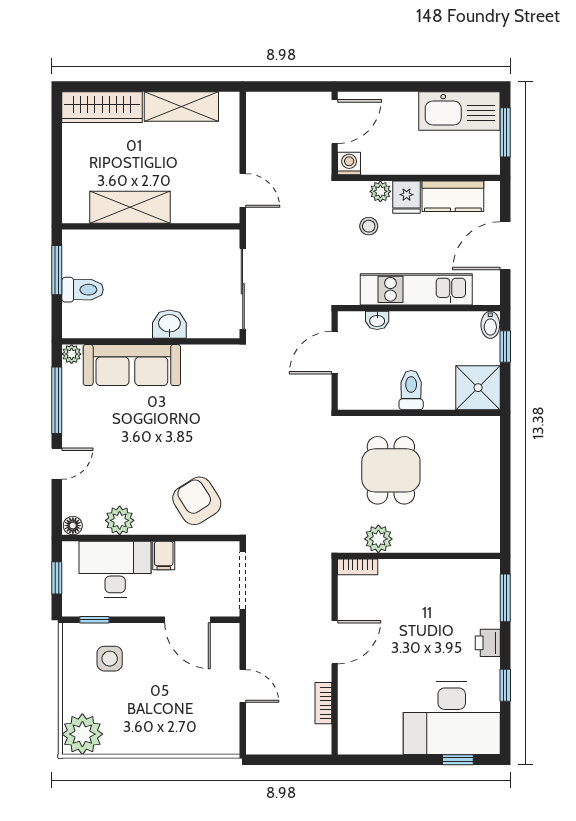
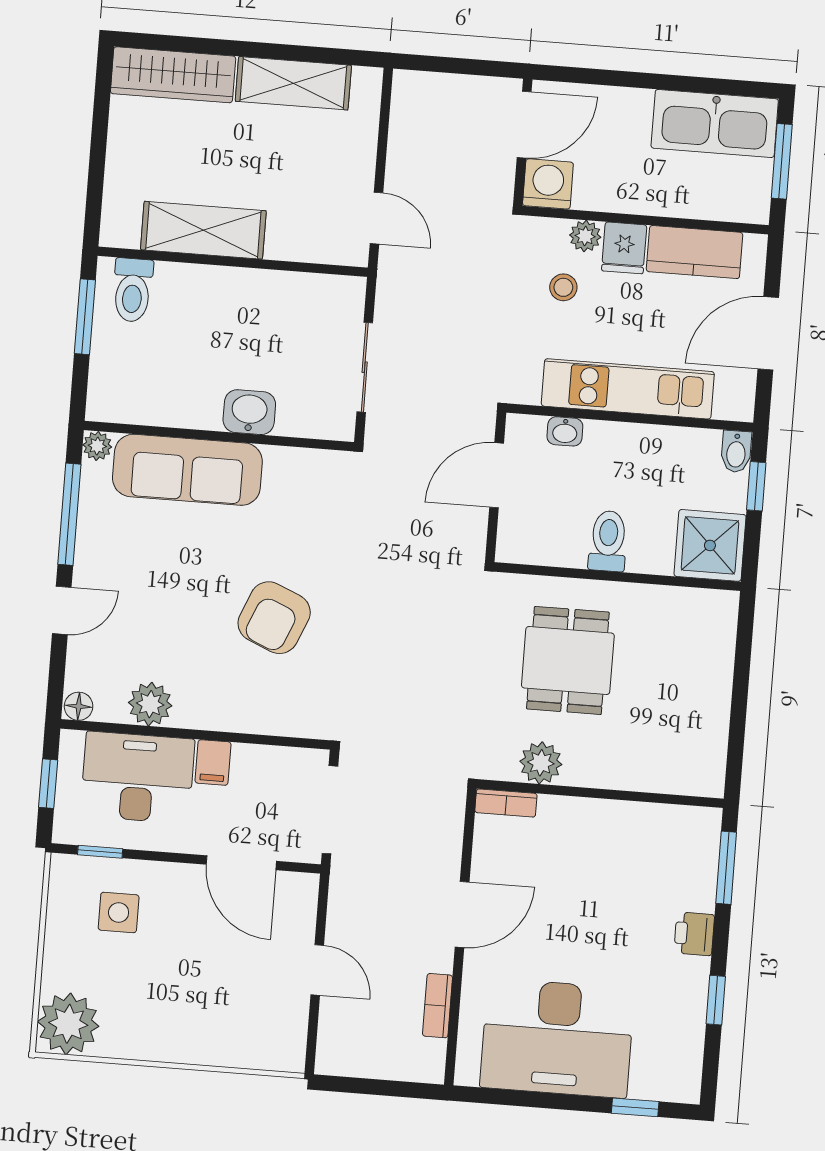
washing machine: (349, 164) -> (548, 184), width x1.38, depth x1.38
sliding door: (243, 289) -> (365, 367), width x0.73
toilet: (83, 290) -> (133, 290), moved, turned 90
armchair: (197, 501) -> (274, 618), moved, turned -125
desk: (452, 718) -> (557, 1038), moved

